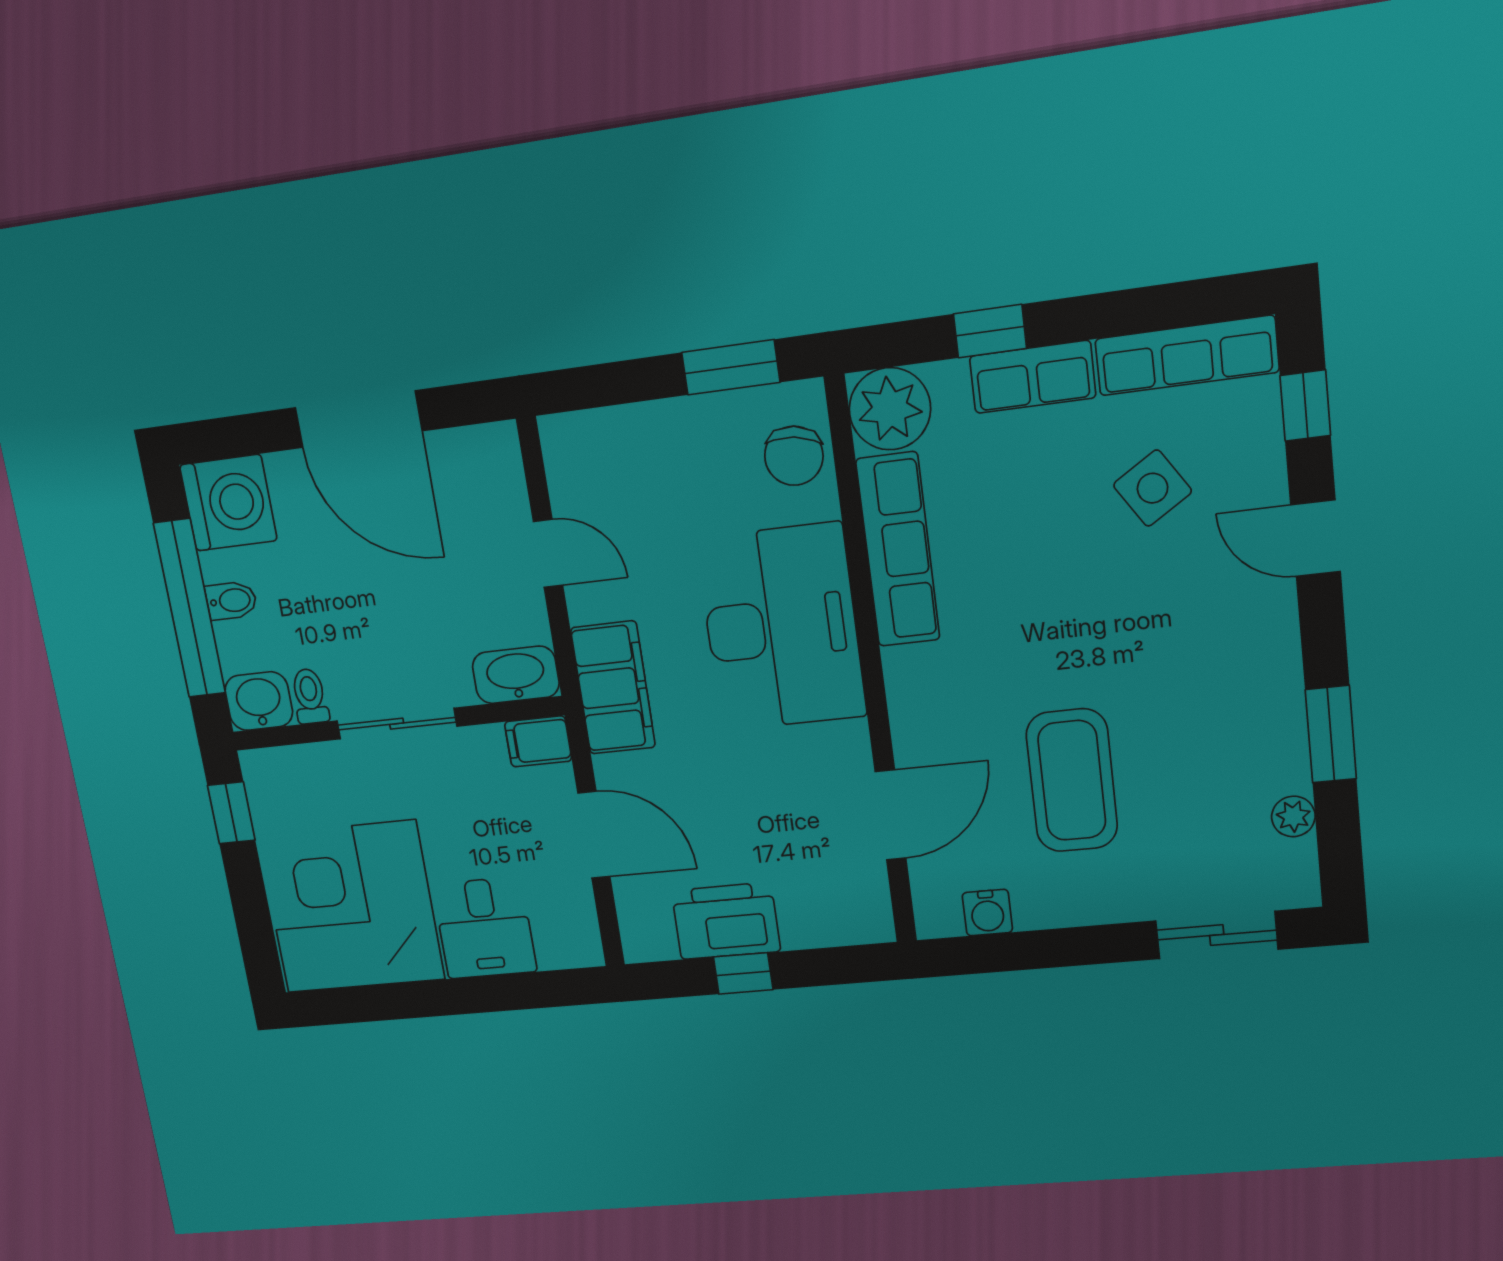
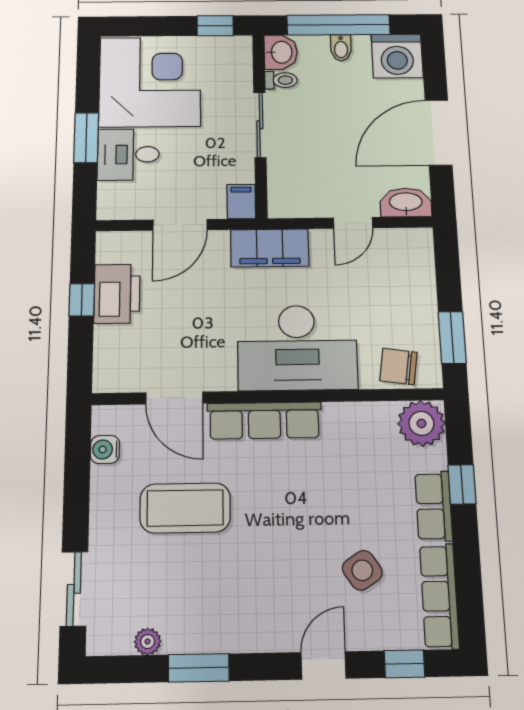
row of seats: (898, 550) -> (264, 420), moved
washbasin: (516, 675) -> (406, 203), moved, turned -90
window: (466, 996) -> (86, 138), added

